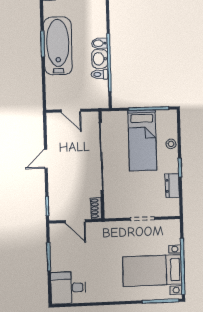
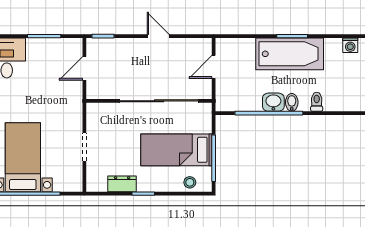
toilet: (100, 74) -> (317, 102), moved
stool: (171, 144) -> (190, 182), moved
shoe rack: (96, 208) -> (99, 93), removed

